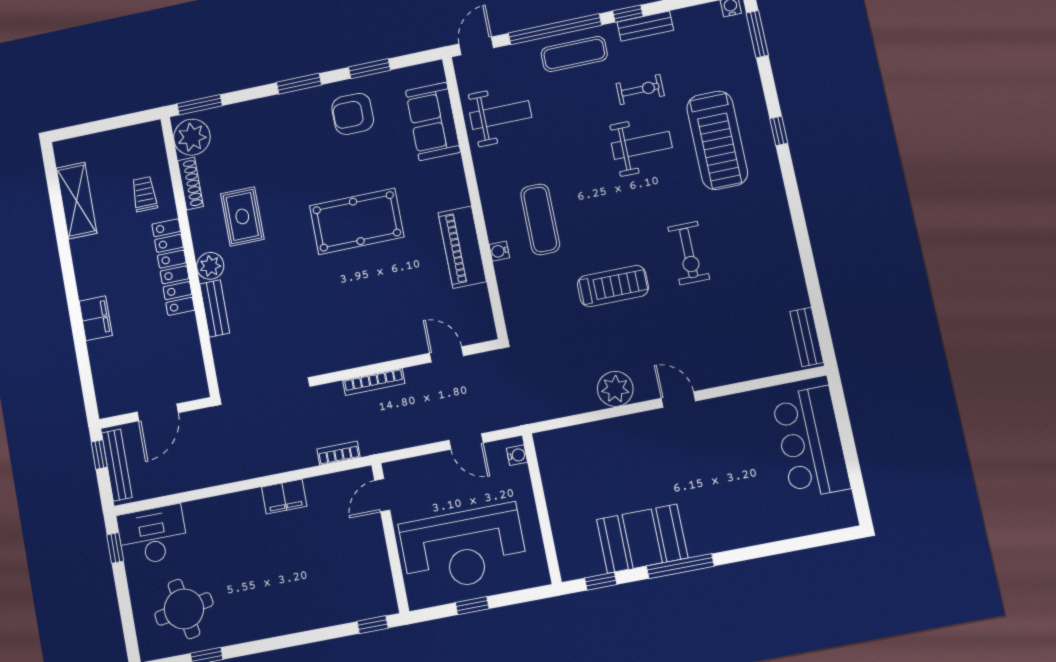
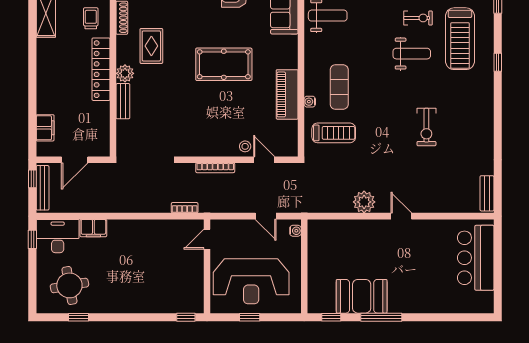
treadmill: (717, 140) -> (460, 39), moved
treadmill: (613, 286) -> (334, 133), moved
filing cabinet: (96, 318) -> (45, 128), moved
stool: (413, 340) -> (245, 146), added
filing cabinet: (284, 497) -> (93, 228), moved

